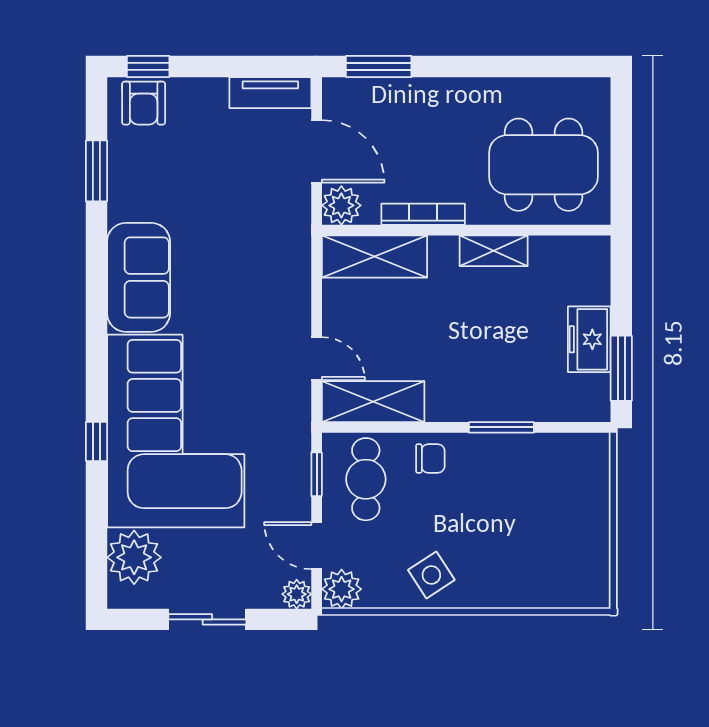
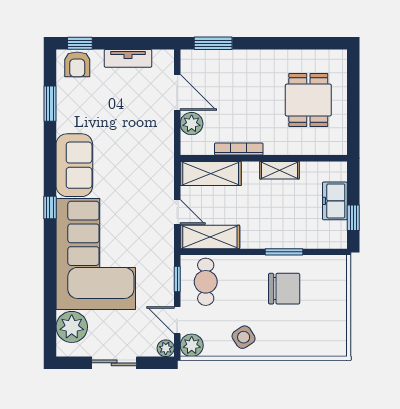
tv unit: (270, 93) -> (128, 58), moved
dining table: (543, 165) -> (308, 100), width x0.73
bookcase: (423, 214) -> (239, 149), moved
wall: (466, 230) -> (264, 158), moved
shelving: (494, 251) -> (280, 170), moved
shelving: (375, 257) -> (211, 173), moved
window: (621, 368) -> (353, 218), width x0.67
window: (96, 441) -> (50, 207), moved
chair: (430, 458) -> (284, 289), moved, width x1.87, depth x1.87

